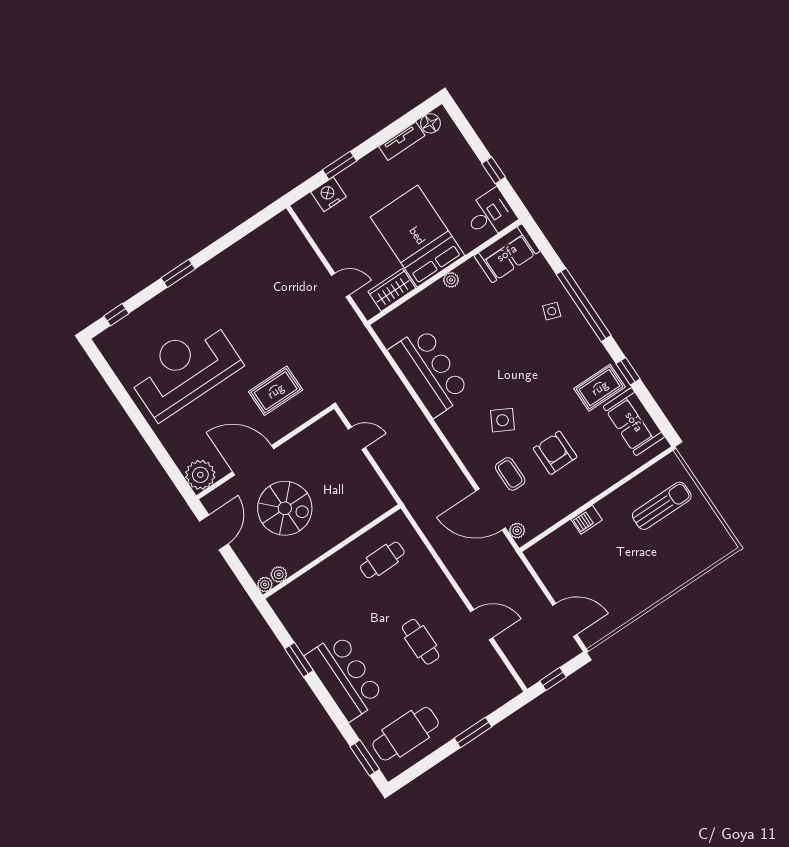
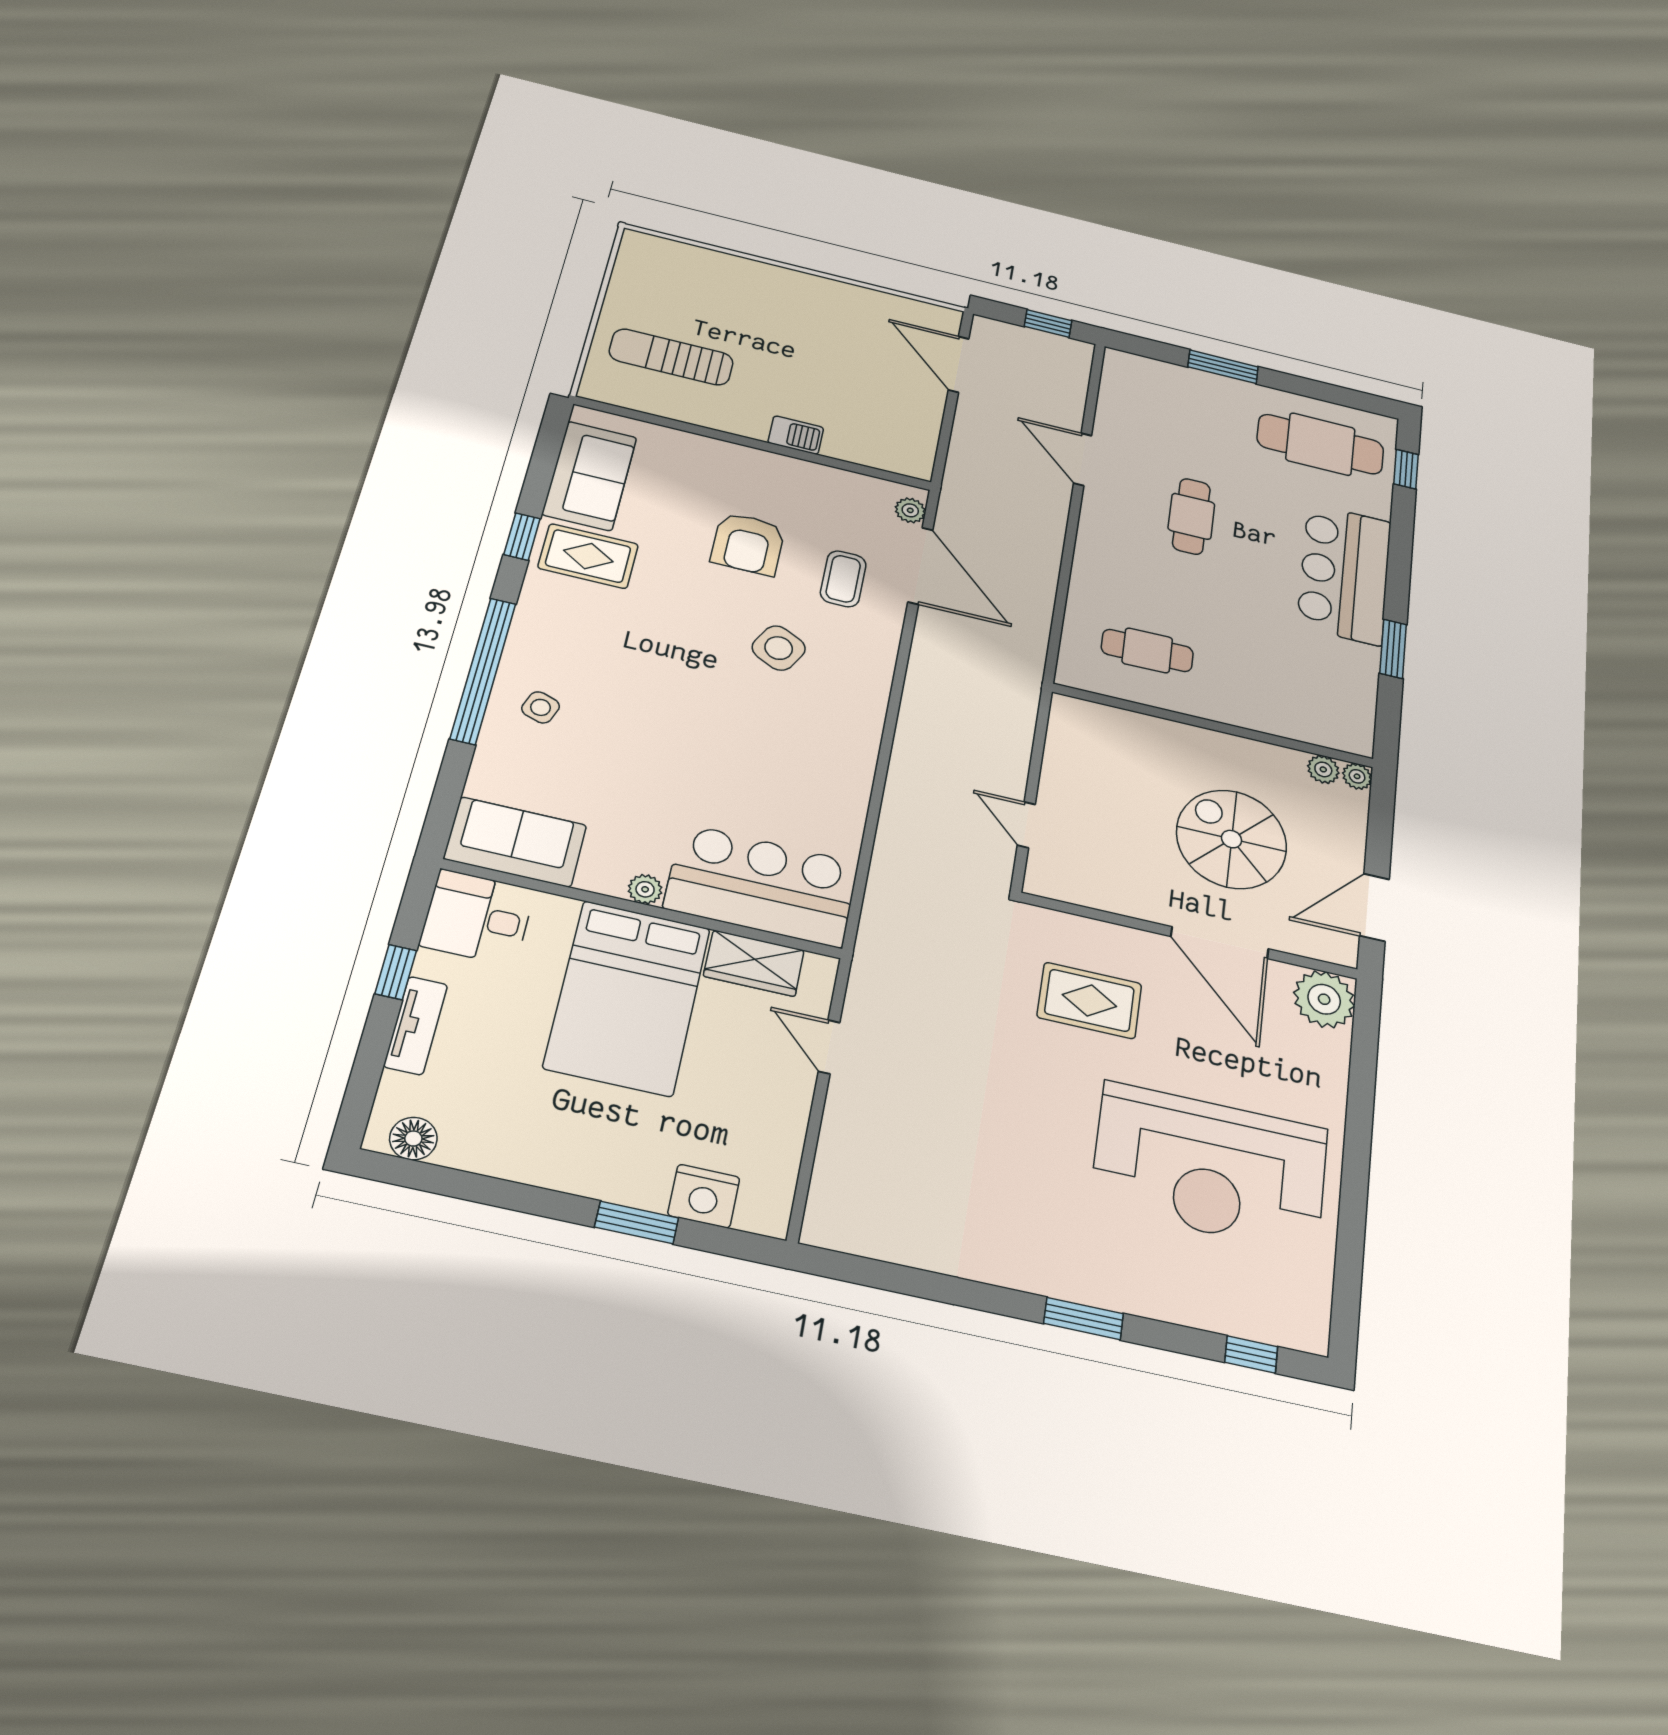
tv unit: (402, 141) -> (416, 1025), moved, turned 90
bar counter: (429, 372) -> (762, 885), moved, turned 90
window: (365, 758) -> (1406, 469), width x0.67

